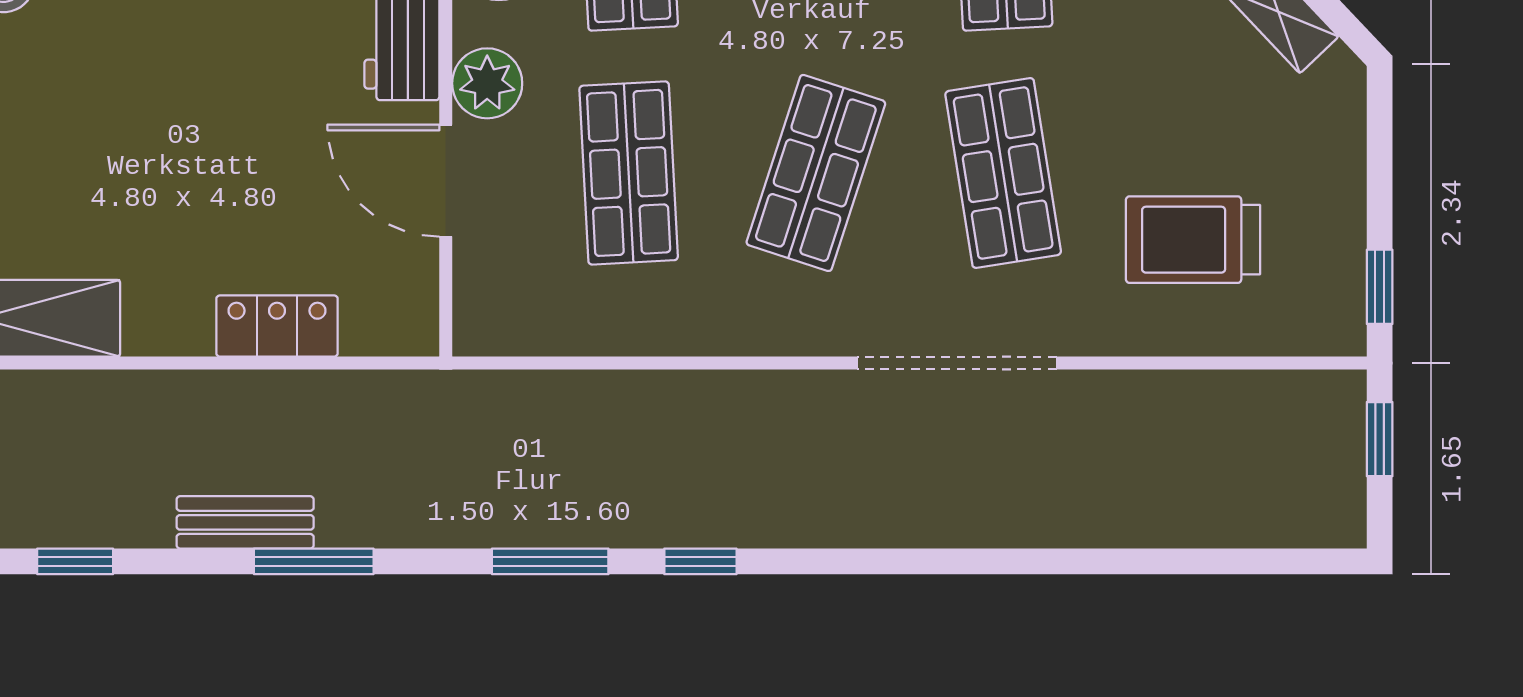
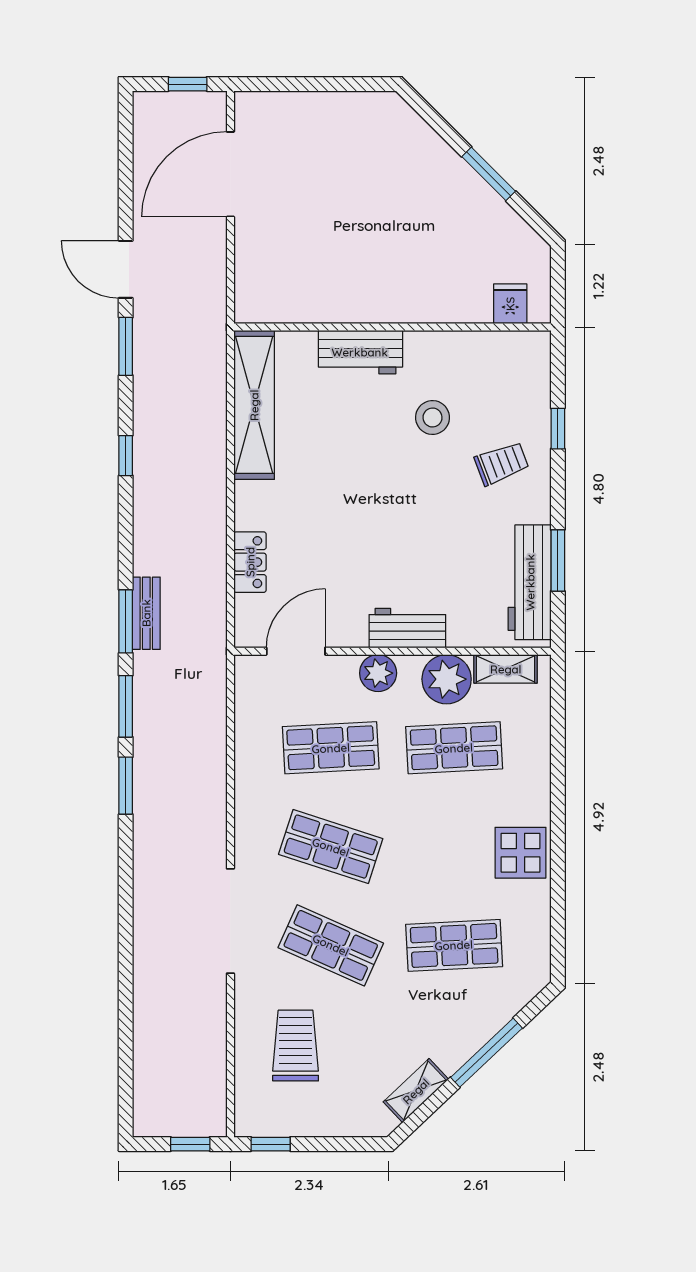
shop shelf: (1003, 173) -> (331, 945), turned 33
door: (446, 181) -> (296, 651), moved
bench: (245, 522) -> (146, 613), moved
window: (314, 561) -> (126, 621), moved
window: (700, 561) -> (126, 786), width x1.50

